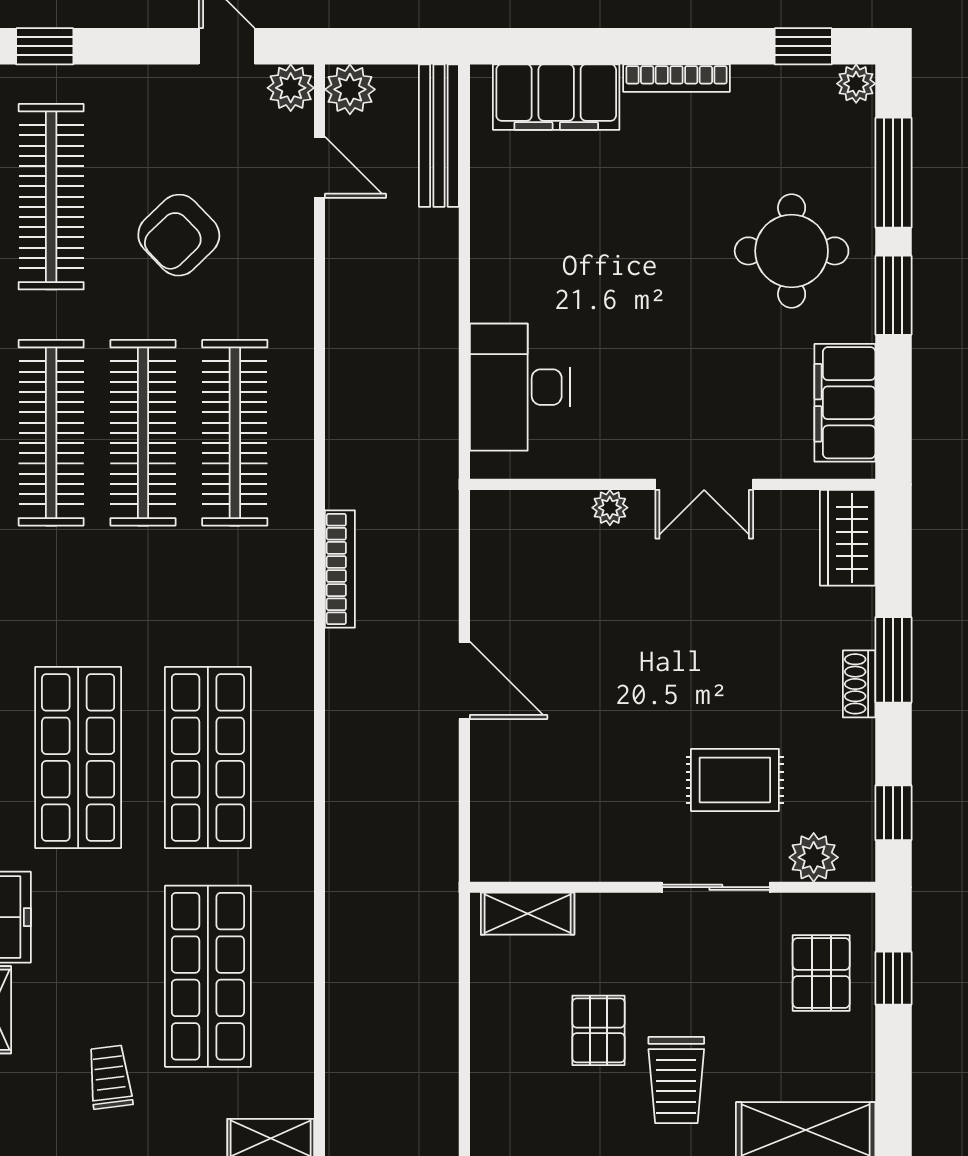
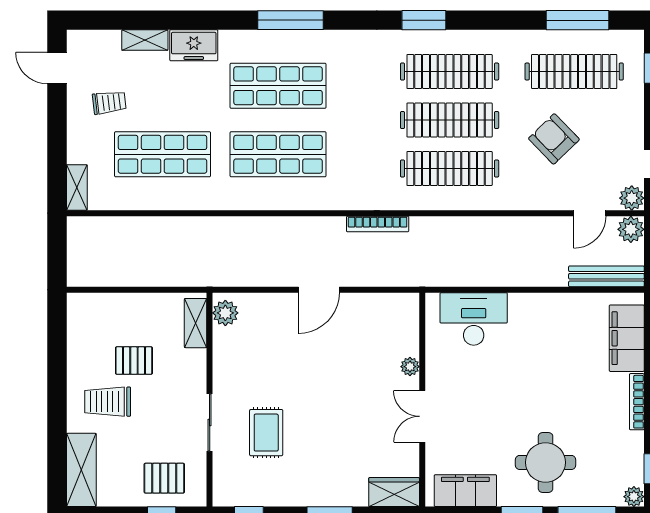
shoe rack: (859, 684) -> (317, 498), removed
plant: (814, 857) -> (225, 313), moved

